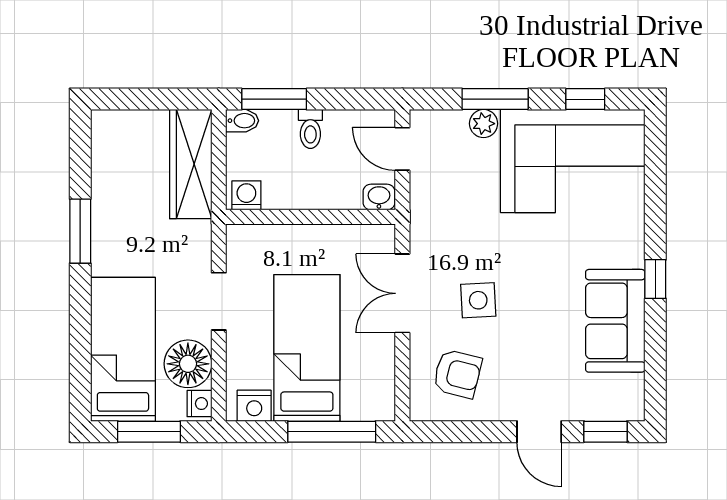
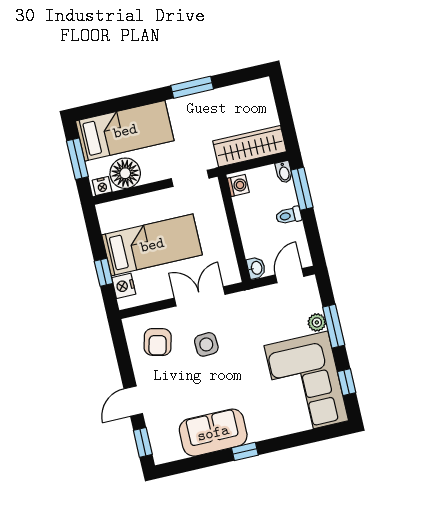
doorway: (219, 301) -> (190, 178), moved
nightstand: (254, 406) -> (124, 286), moved
window: (332, 432) -> (104, 272), width x0.46

